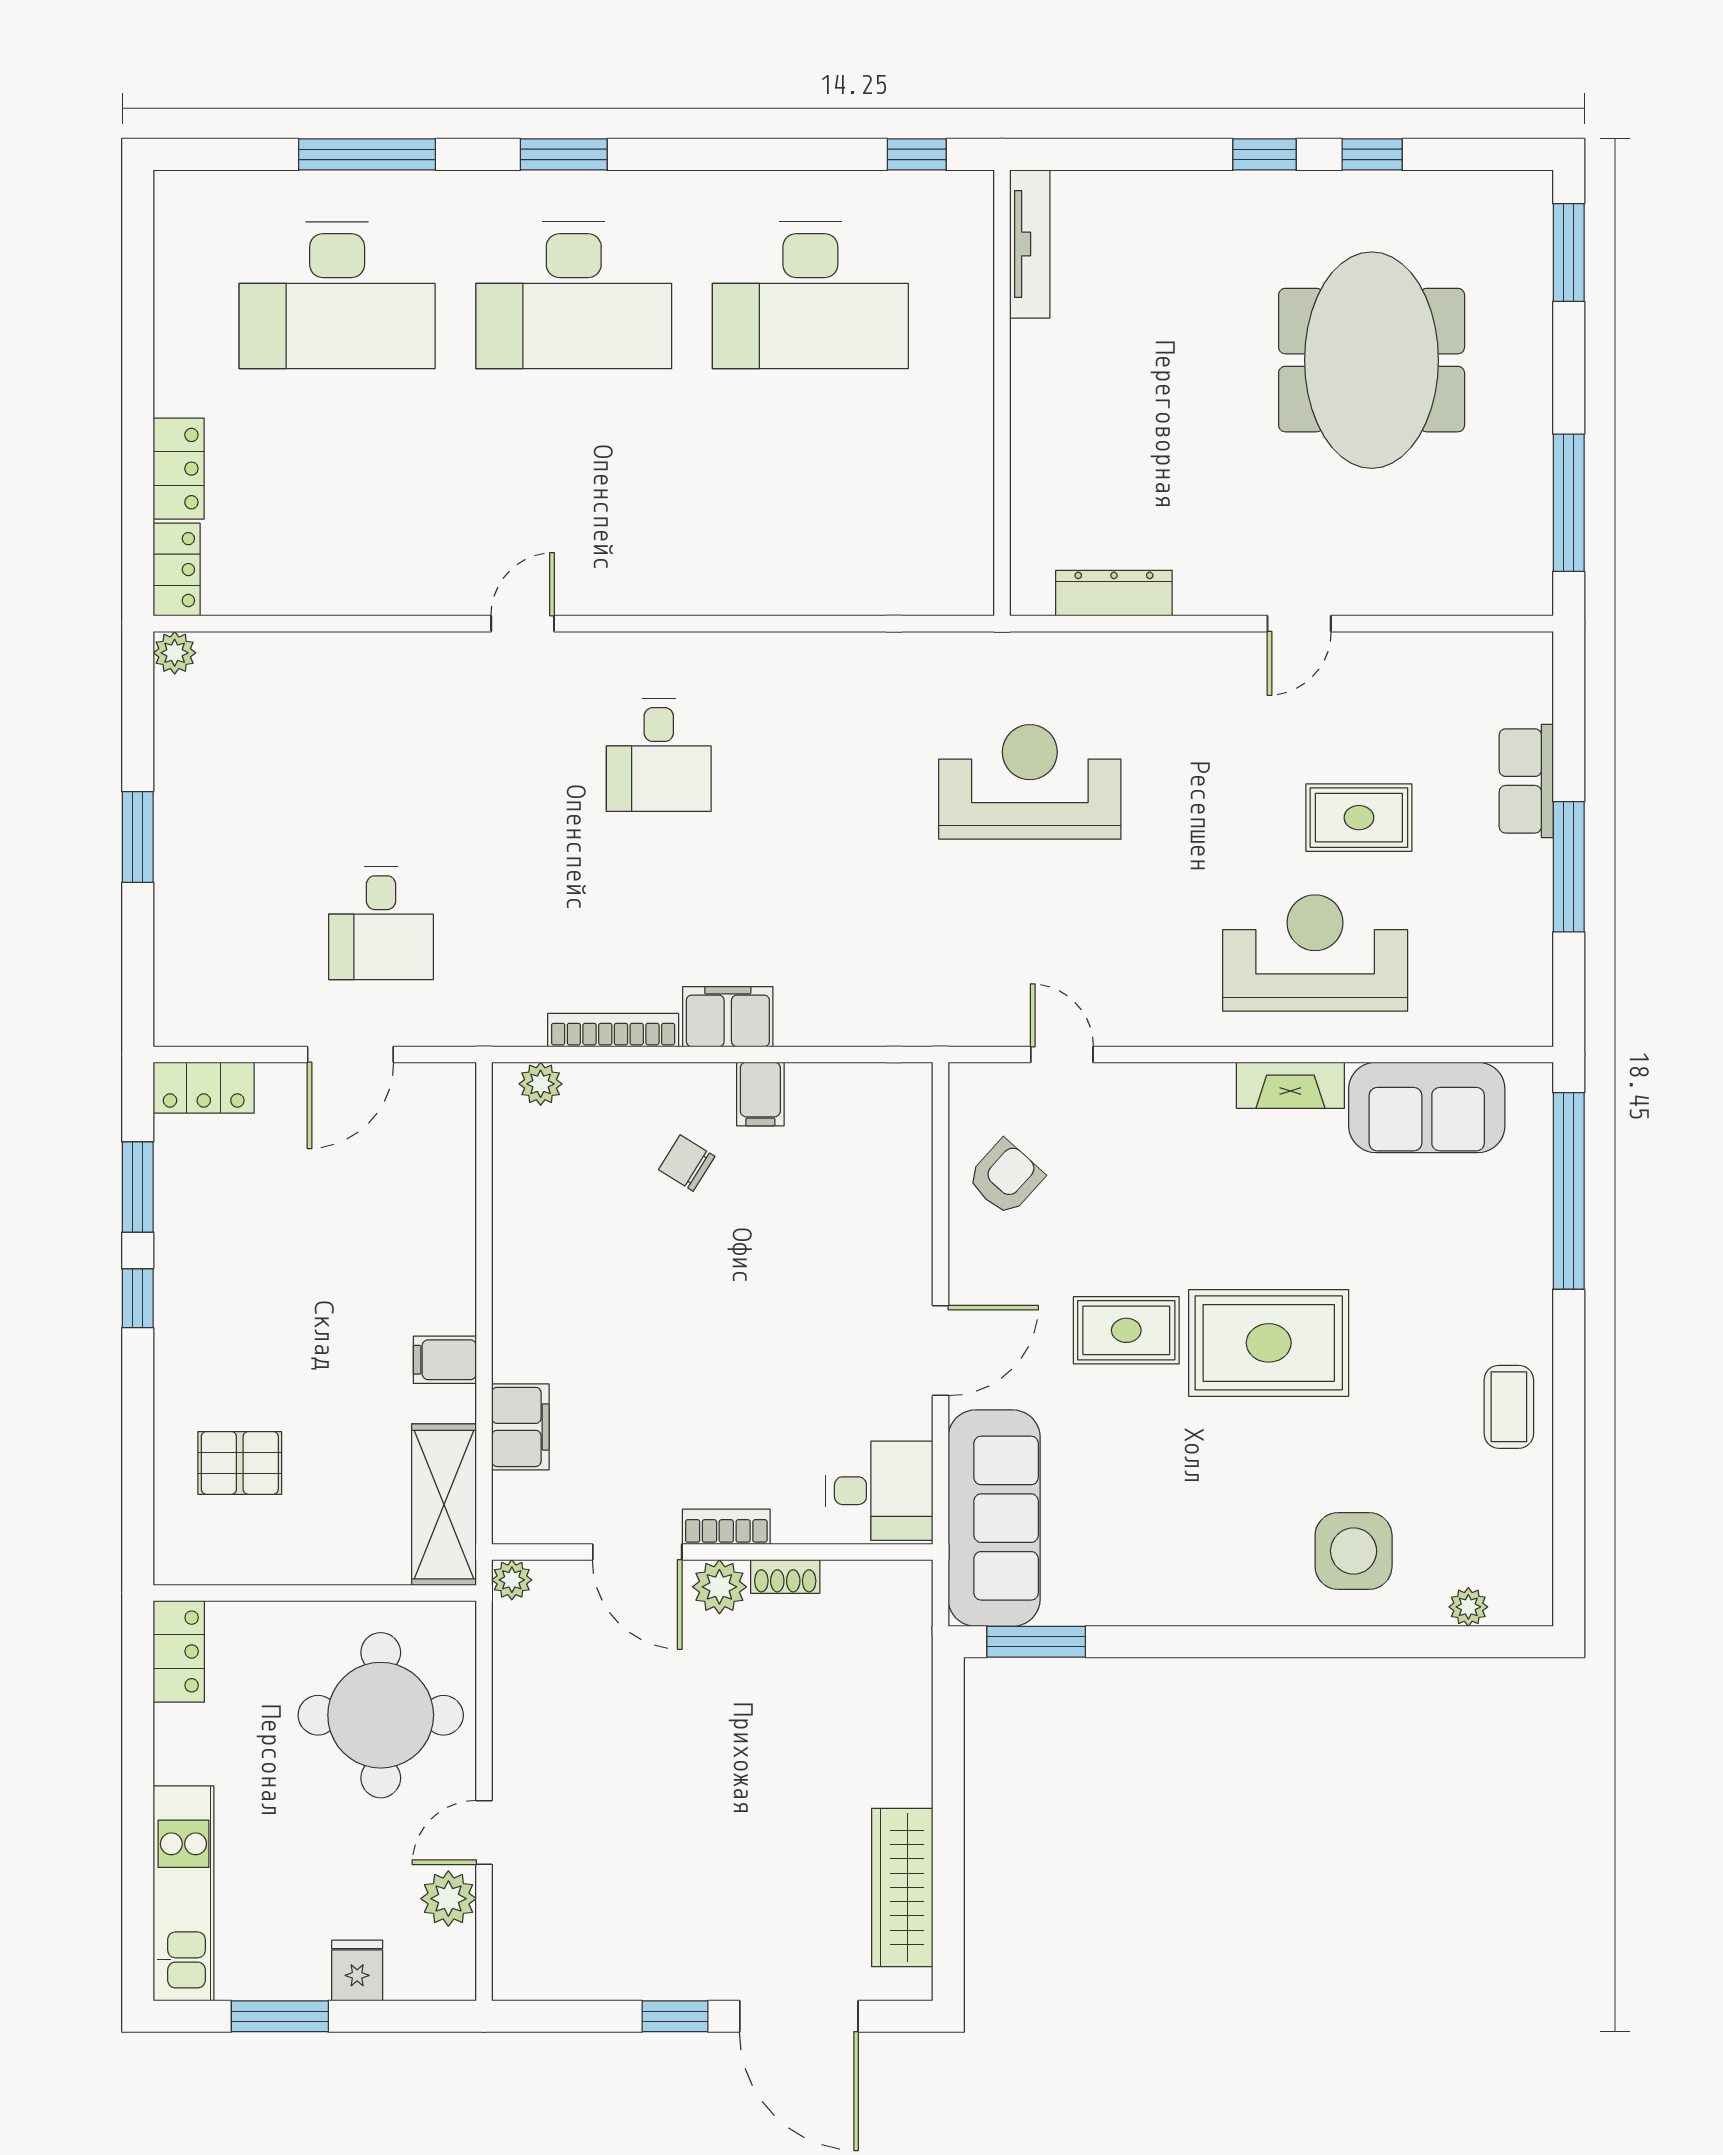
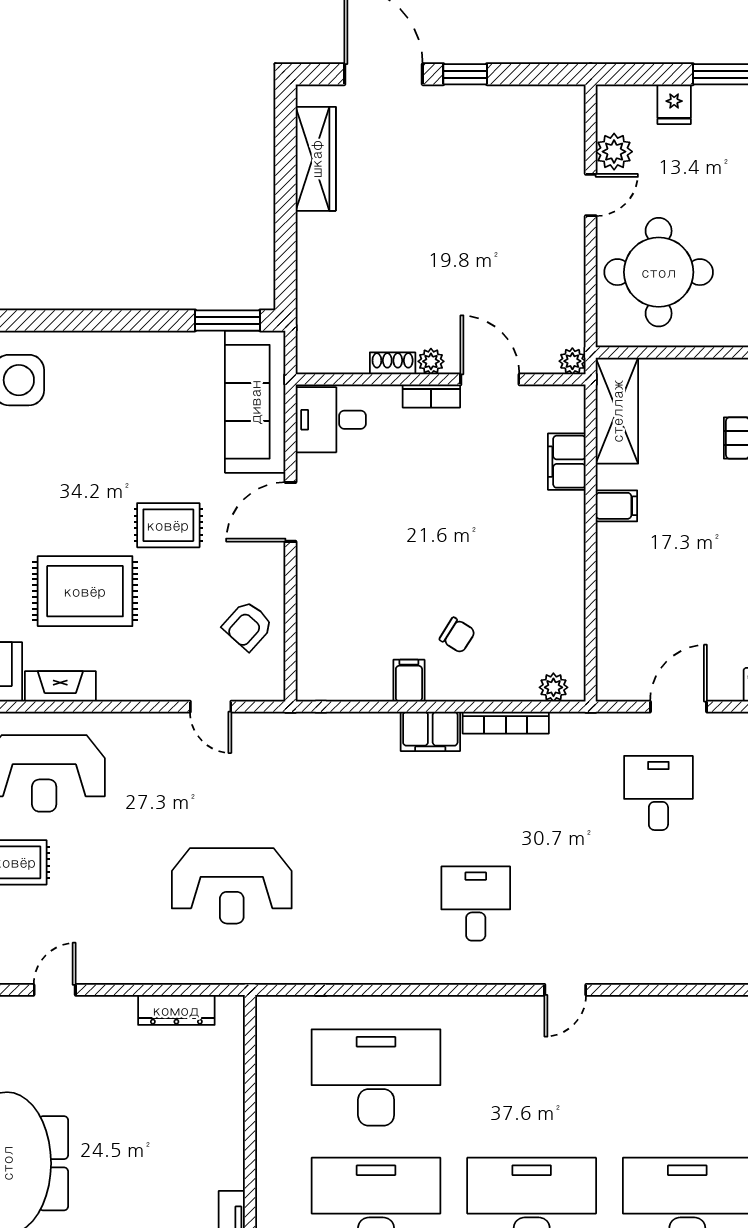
desk: (810, 490) -> (376, 1077), added
rug: (1269, 1343) -> (85, 591), moved
plant: (719, 1587) -> (431, 361), width x0.73, depth x0.73

